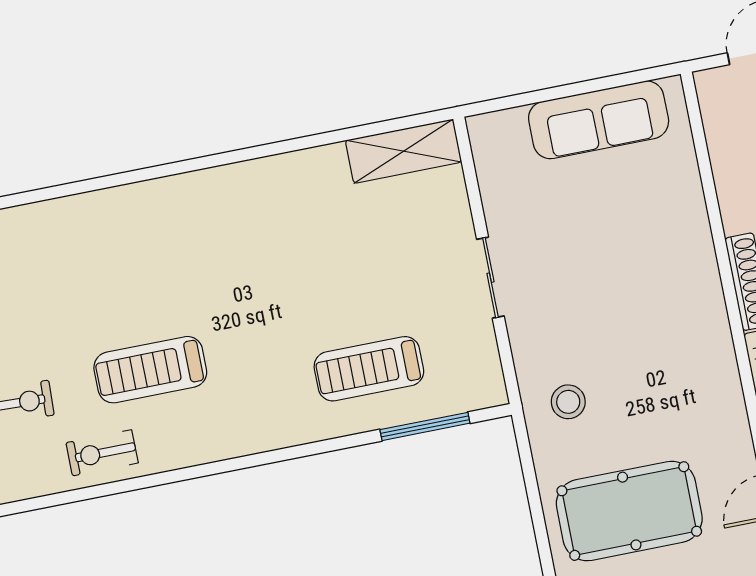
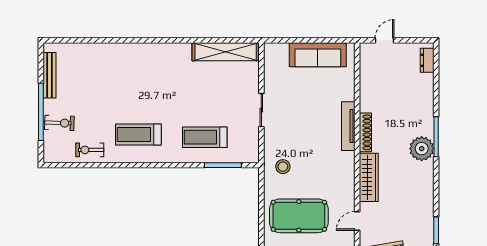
shelving: (404, 151) -> (226, 52), width x1.47
tv unit: (704, 275) -> (348, 126), added
treadmill: (150, 370) -> (138, 134), moved

